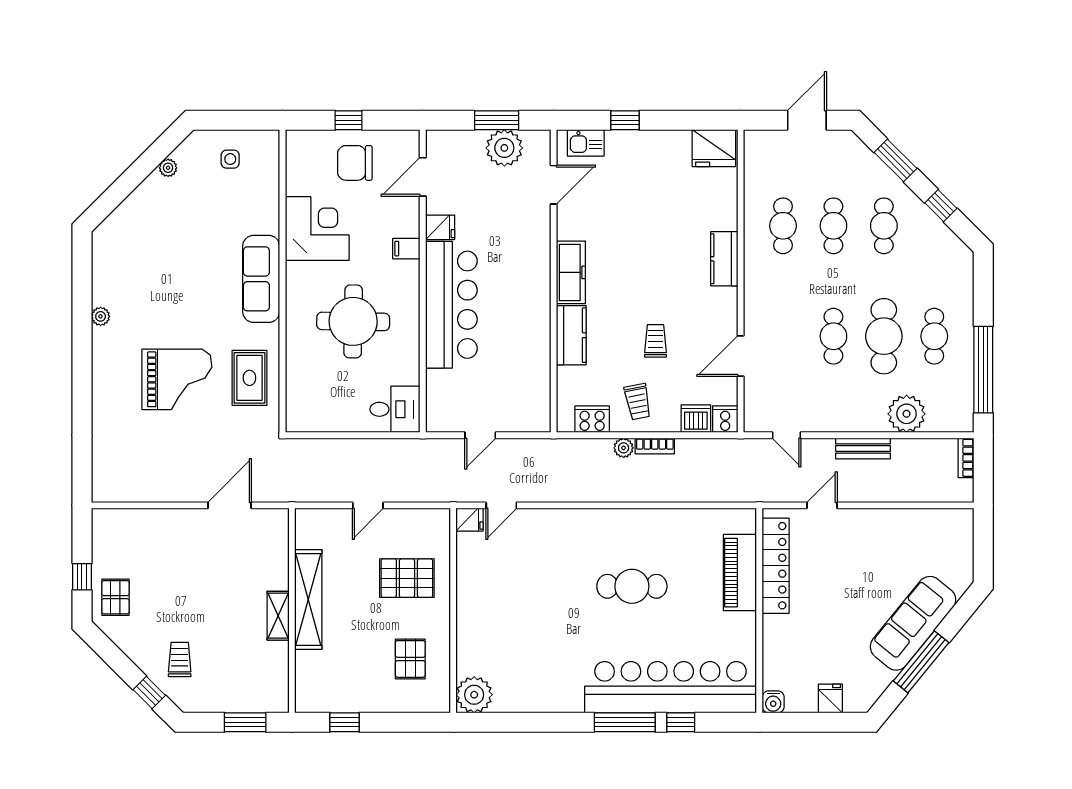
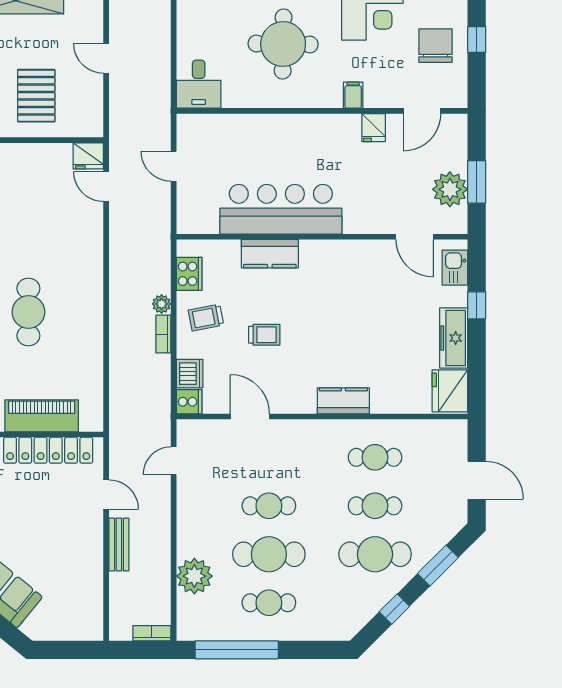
door: (423, 177) -> (422, 111), swing flipped
cafe table: (884, 226) -> (375, 554), width x1.37, depth x1.35
freezer: (571, 272) -> (454, 338), moved, turned 90
bar counter: (451, 305) -> (281, 209), moved, turned 180
bench: (863, 449) -> (119, 544), moved
fridge: (470, 520) -> (88, 156), width x1.38

